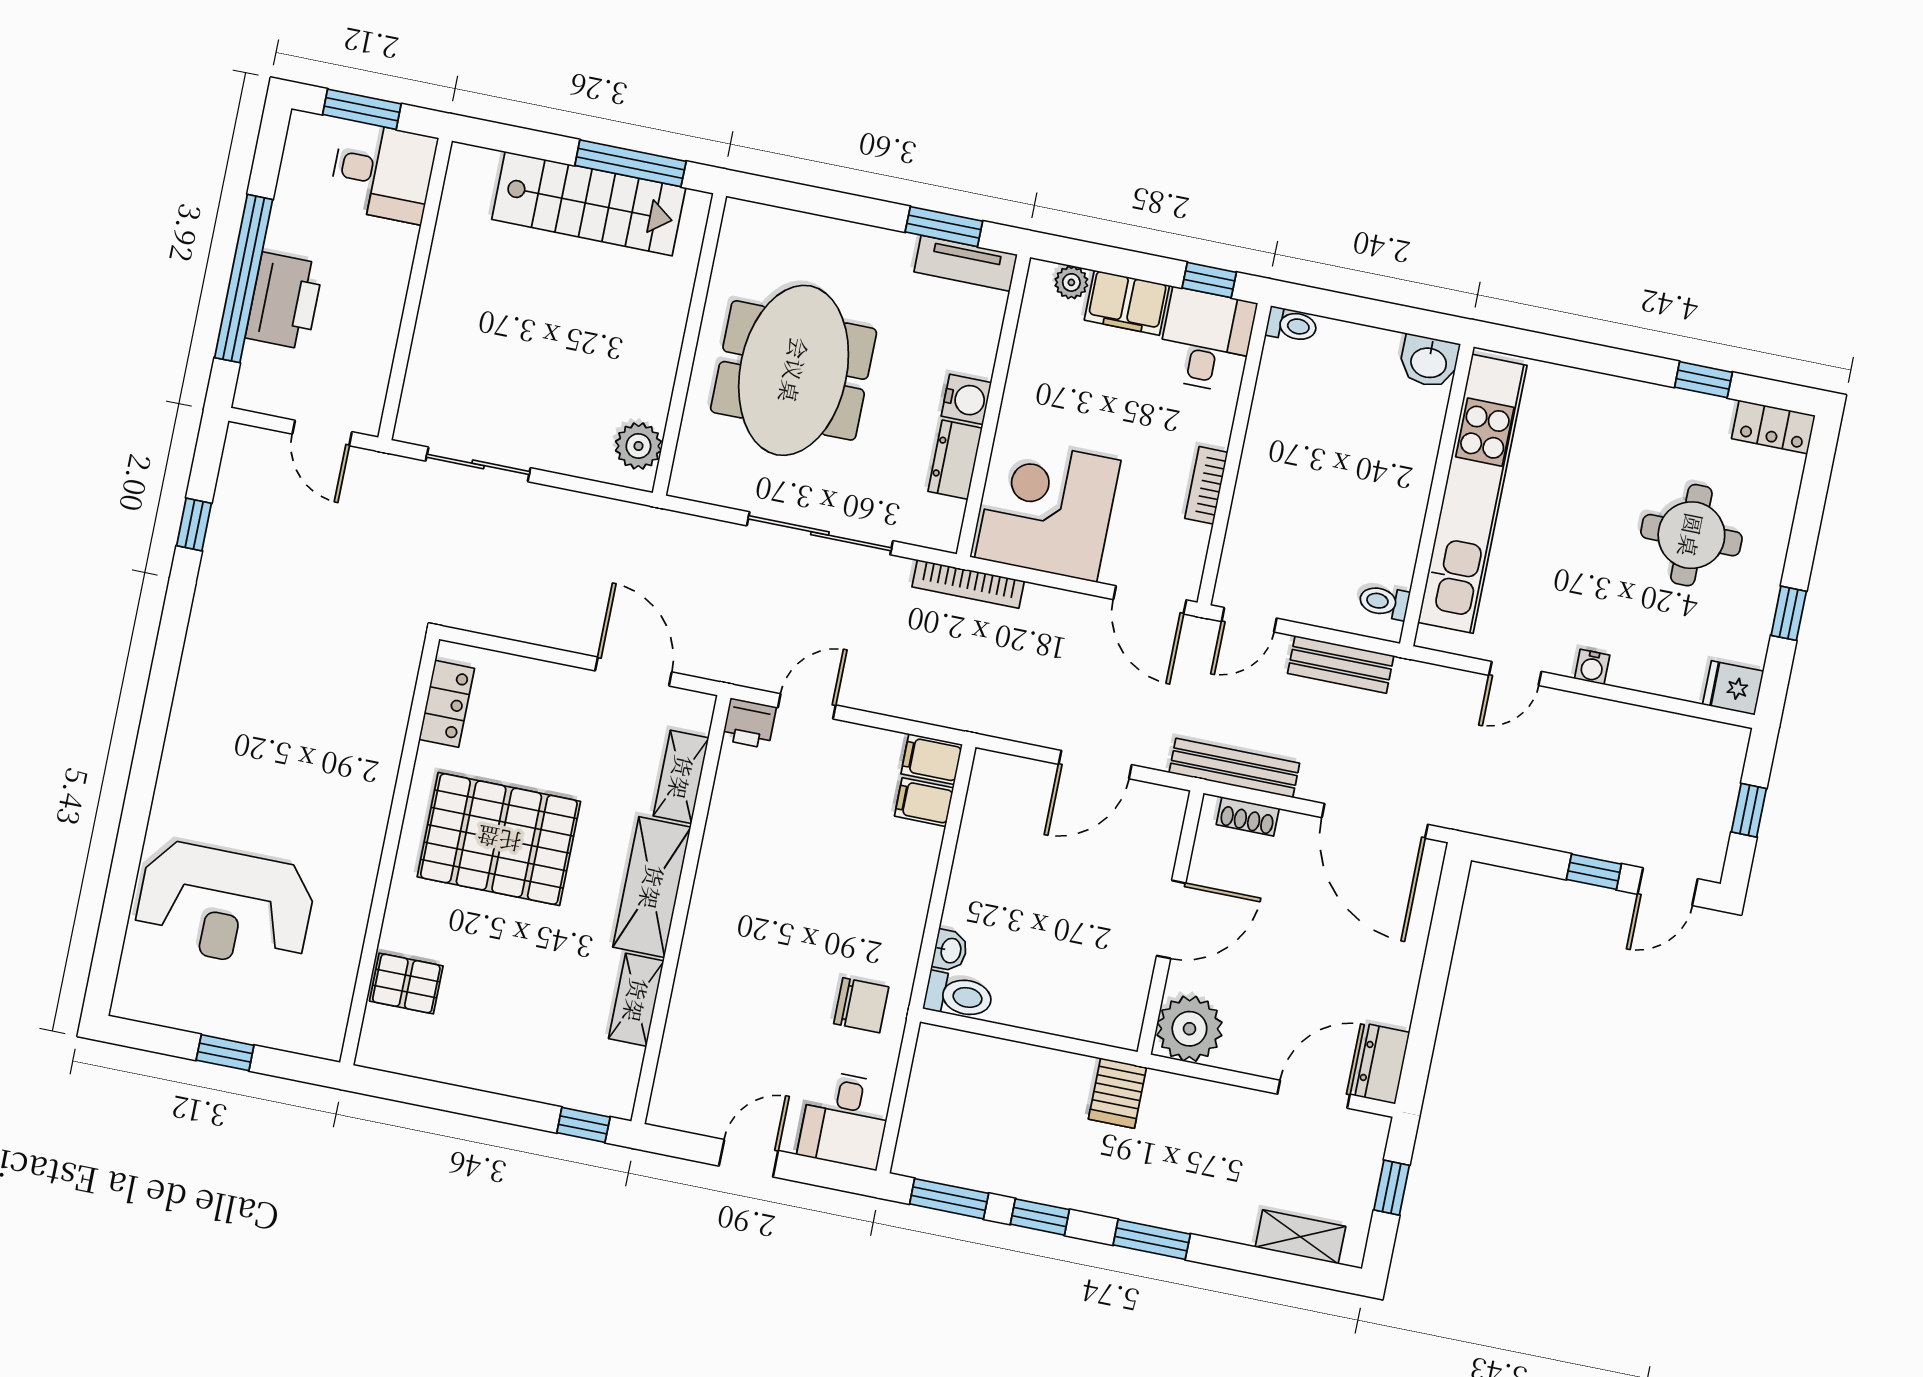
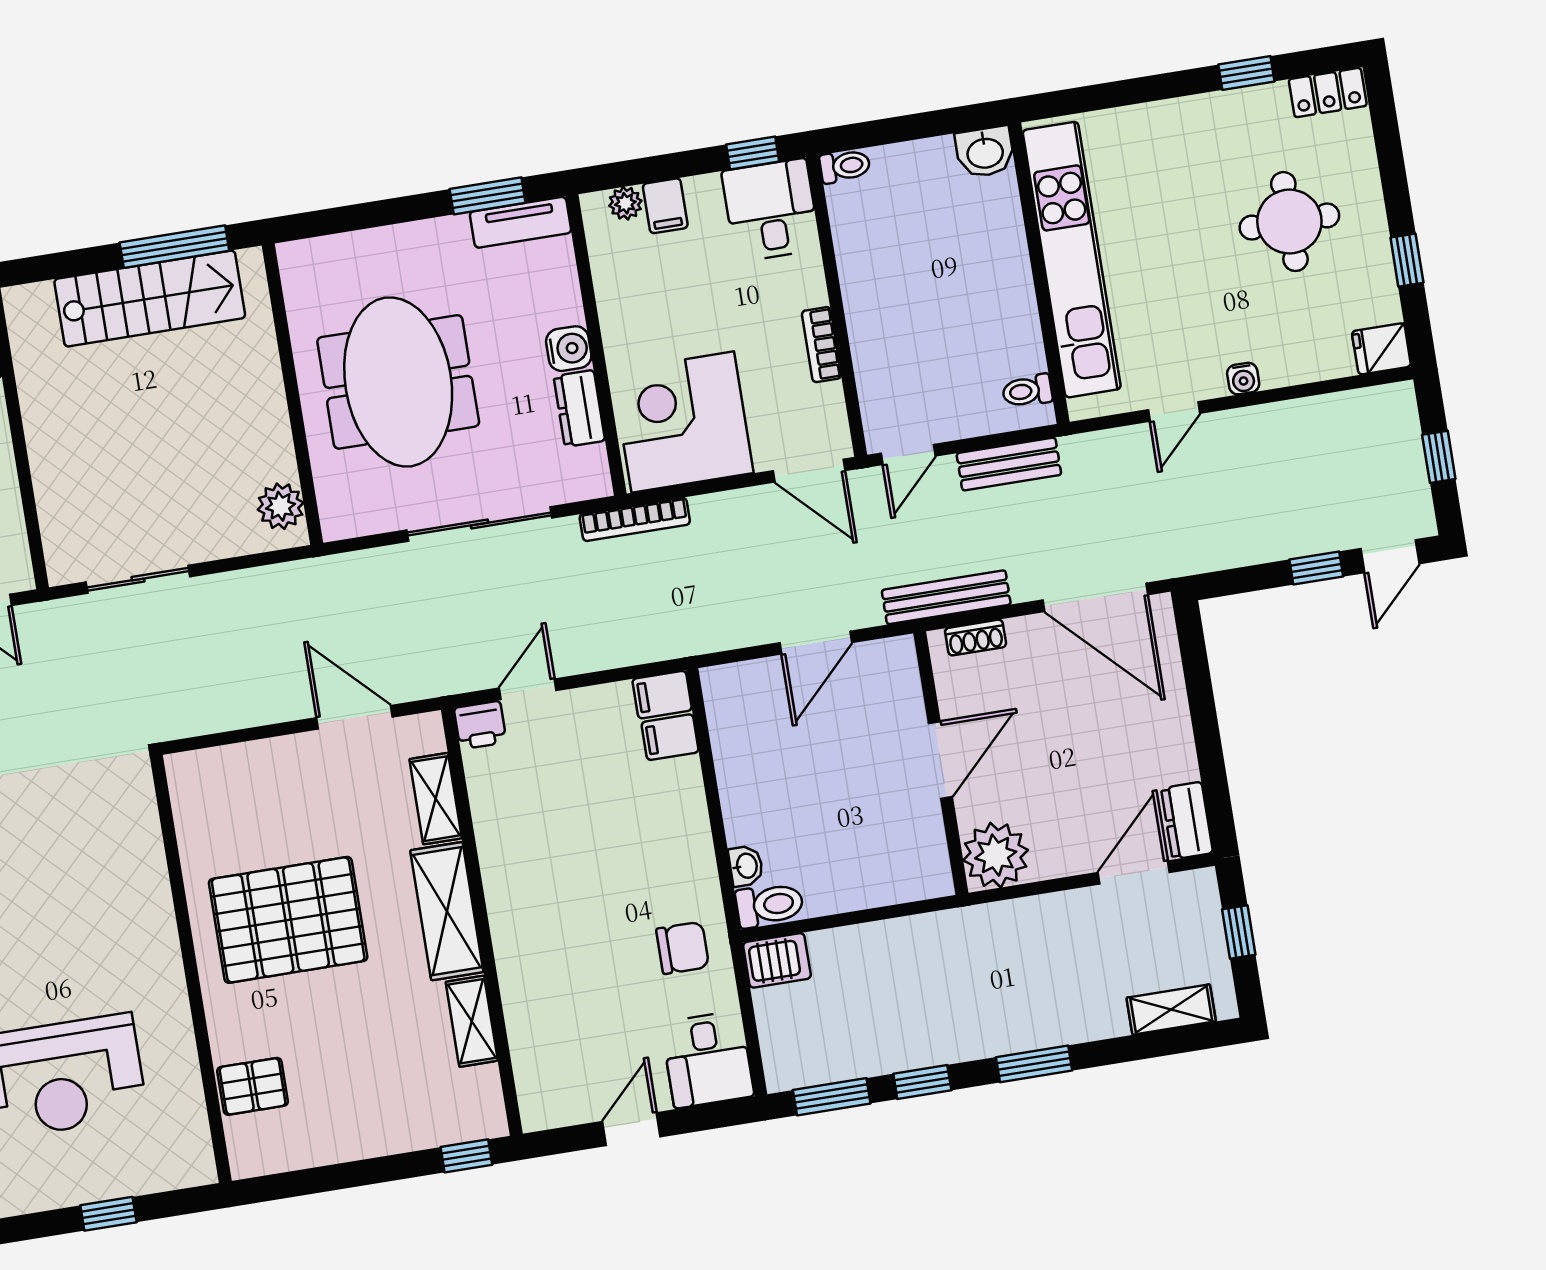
filing cabinet: (1127, 303) -> (665, 206), width x0.50
locker: (447, 704) -> (192, 813), removed
server rack: (1117, 1093) -> (777, 960), moved, turned -90

